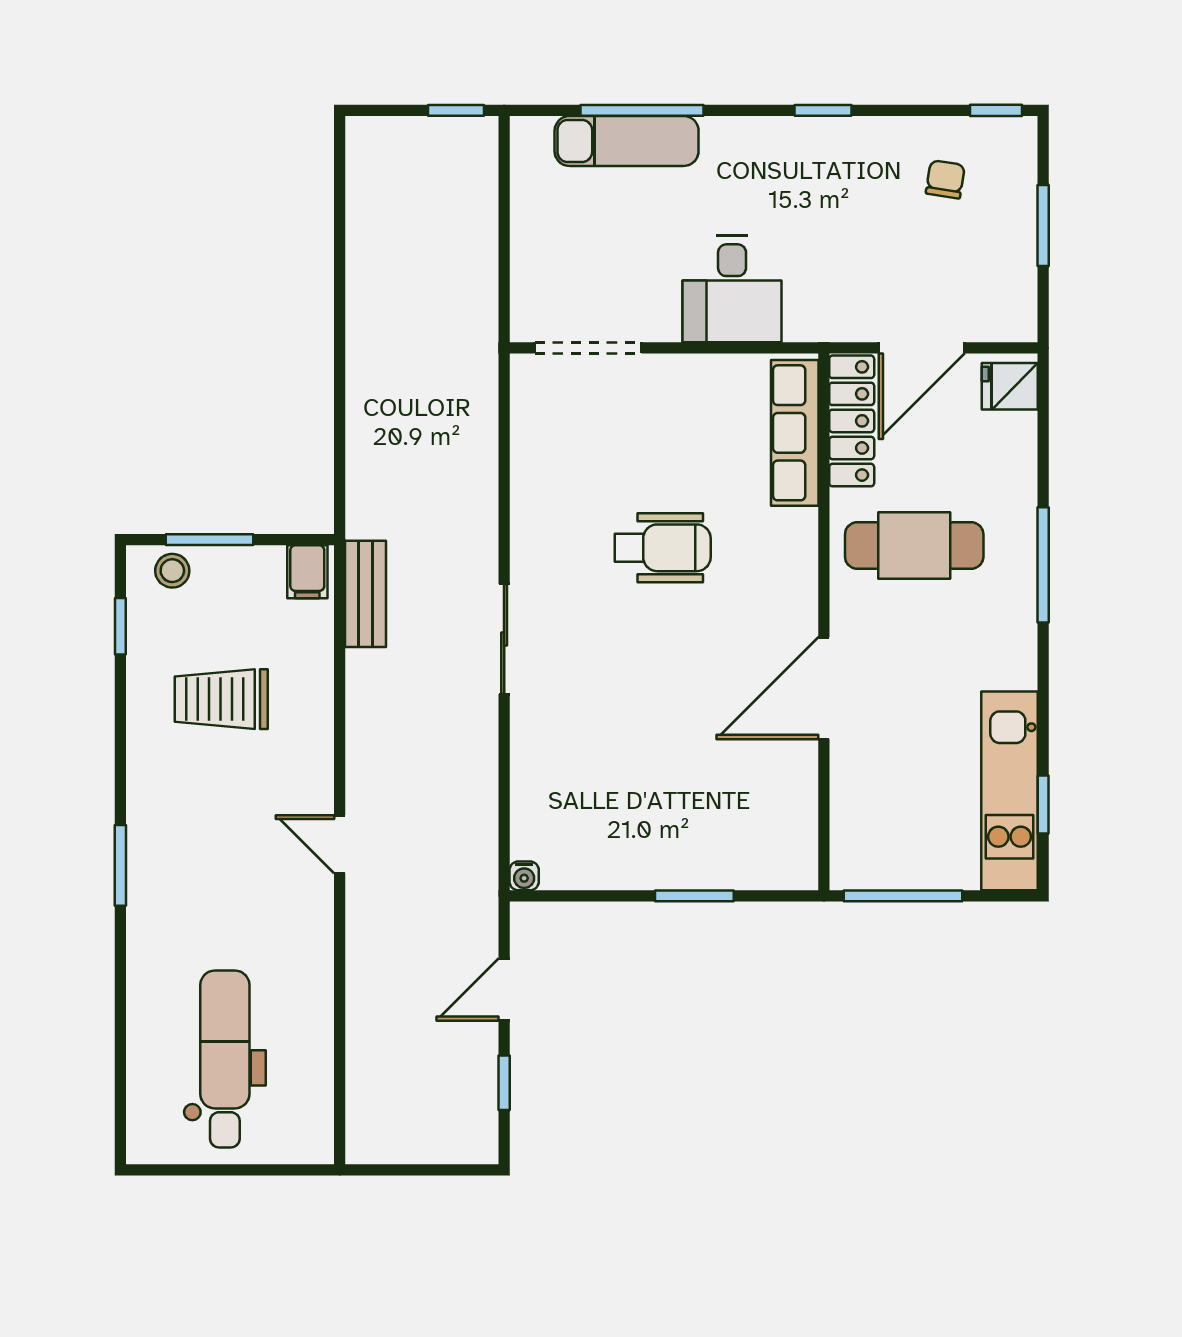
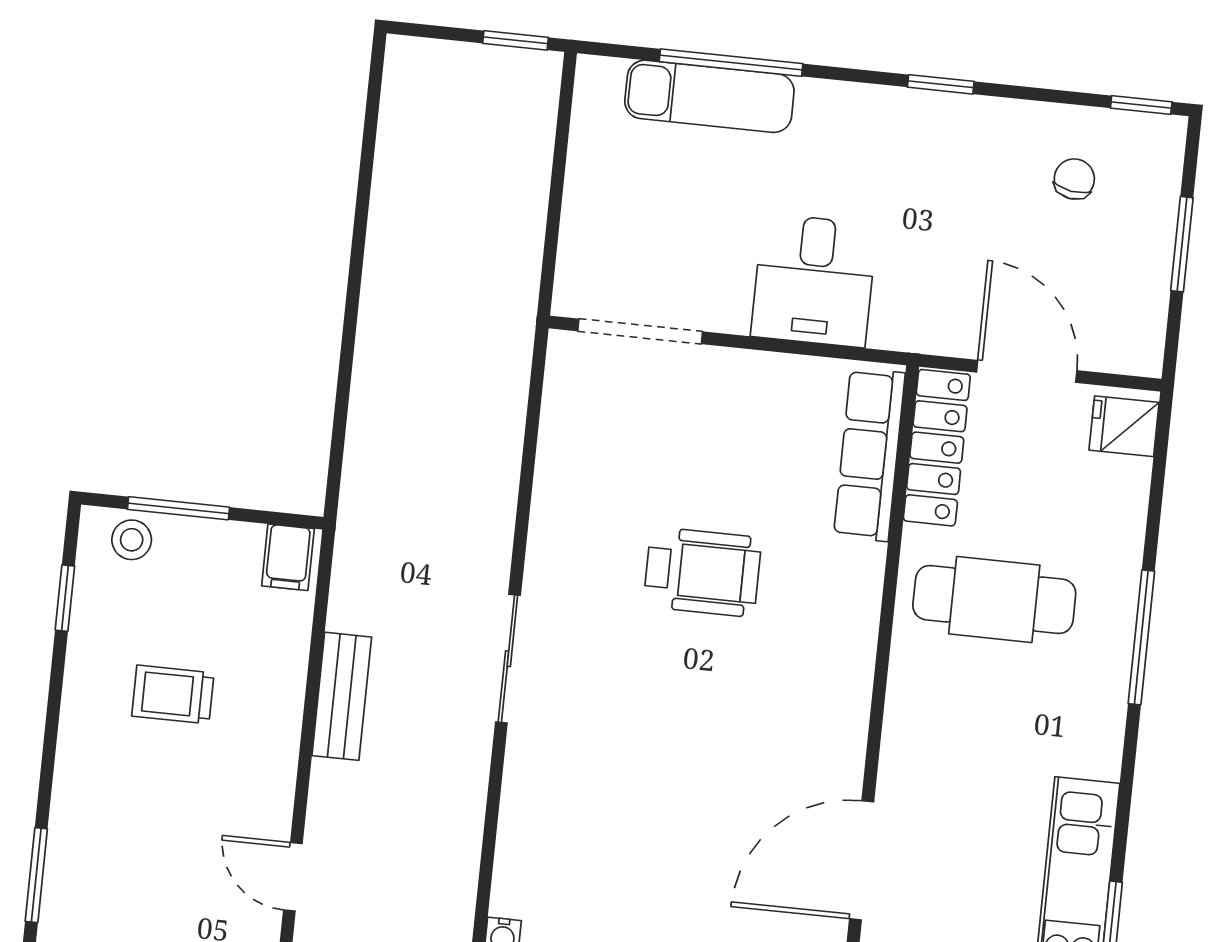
door: (922, 348) -> (1027, 371), swing flipped
bench: (366, 594) -> (342, 696), moved
door: (824, 688) -> (862, 860), moved
trolley: (221, 699) -> (173, 694), width x0.73, depth x0.72

